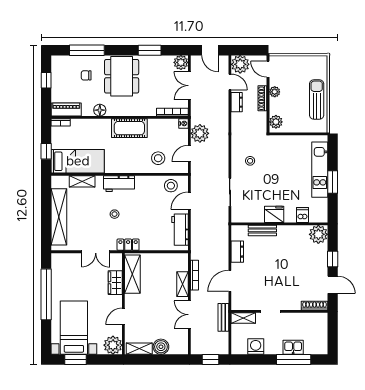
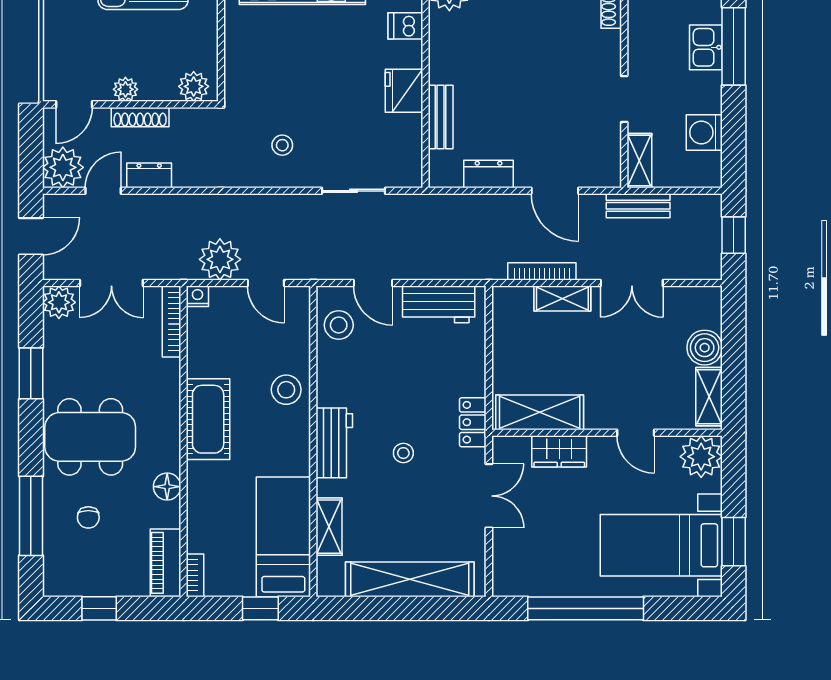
stool: (158, 158) -> (286, 390), moved

